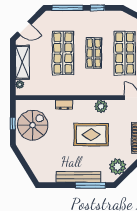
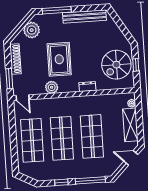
shop shelf: (94, 53) -> (62, 138), width x1.43, depth x1.36
rug: (91, 135) -> (59, 59), turned 90
bench: (79, 177) -> (84, 16), moved

